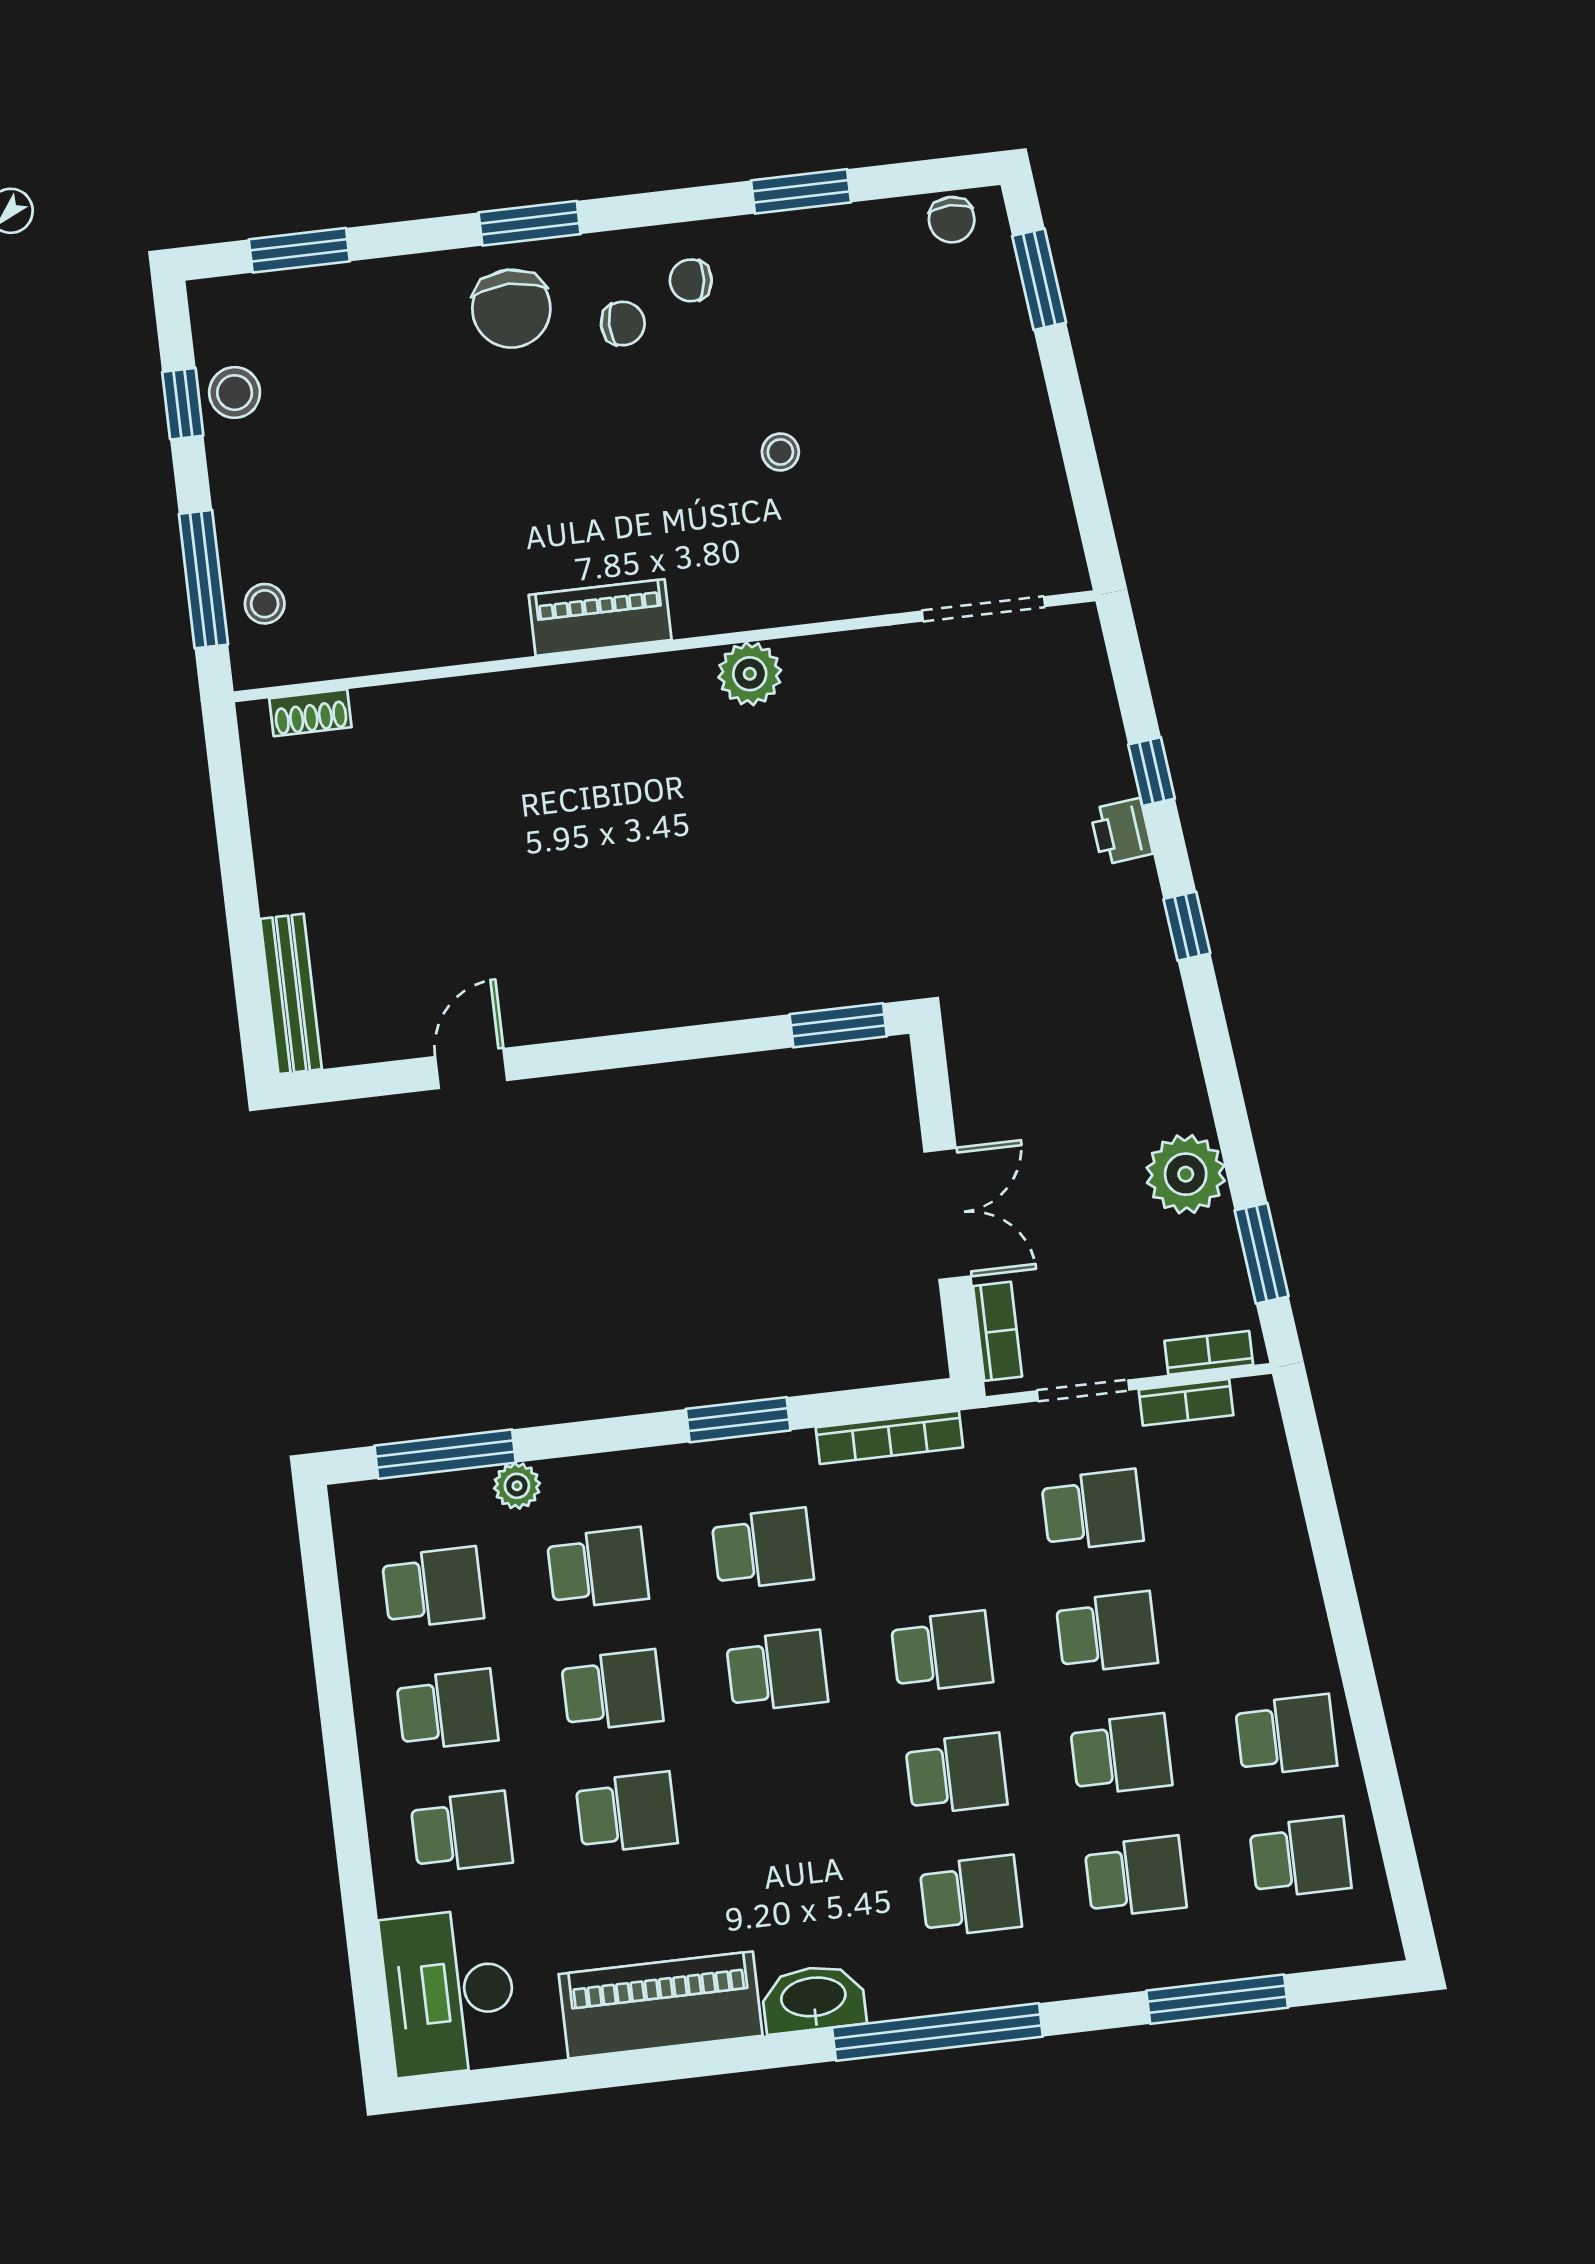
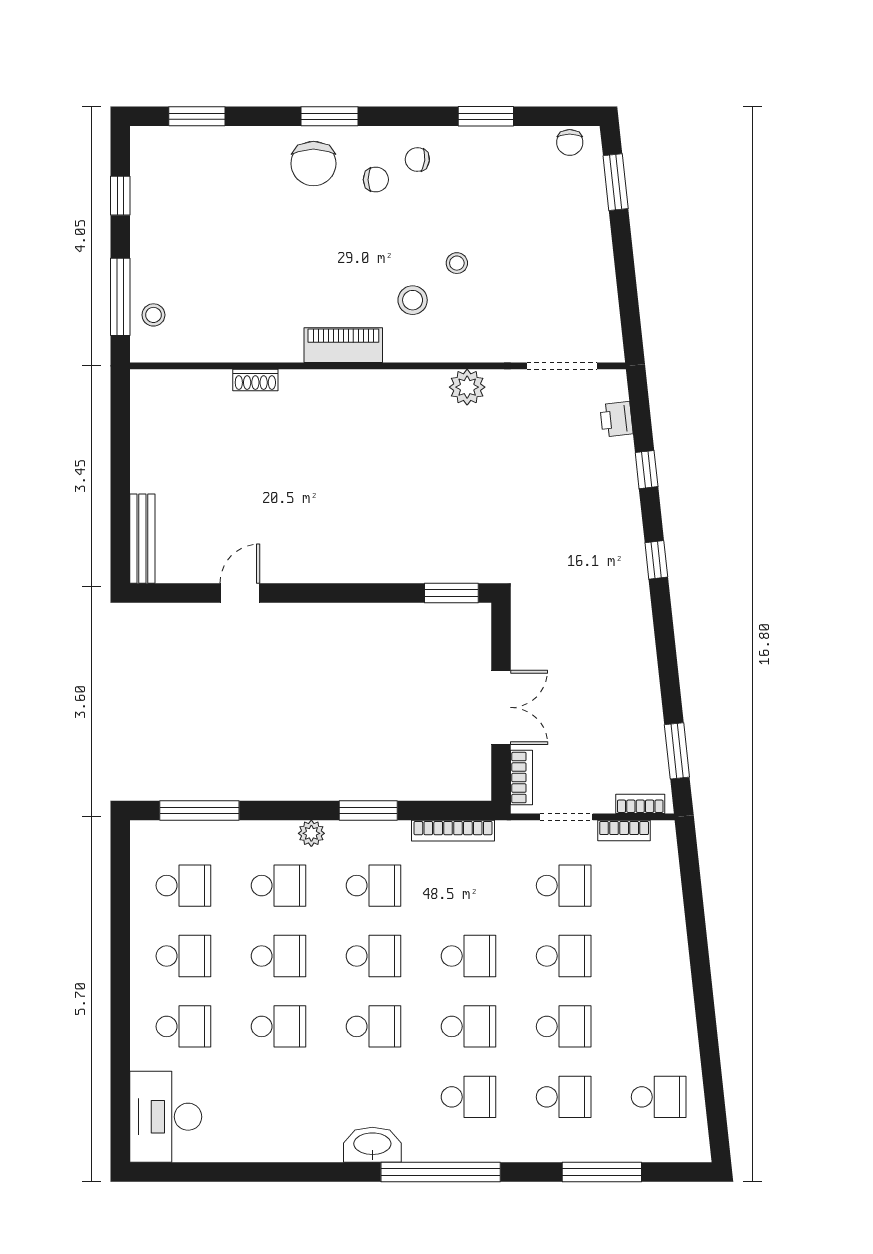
stool: (235, 393) -> (413, 300), moved
plant: (750, 674) -> (467, 387), moved
shoe rack: (310, 713) -> (255, 380), moved
printer: (1121, 832) -> (616, 419), moved
plant: (1186, 1174) -> (639, 701), removed
plant: (517, 1486) -> (311, 833), moved
school desk: (1286, 1735) -> (374, 1026), moved
piano: (661, 2005) -> (285, 1138), removed

